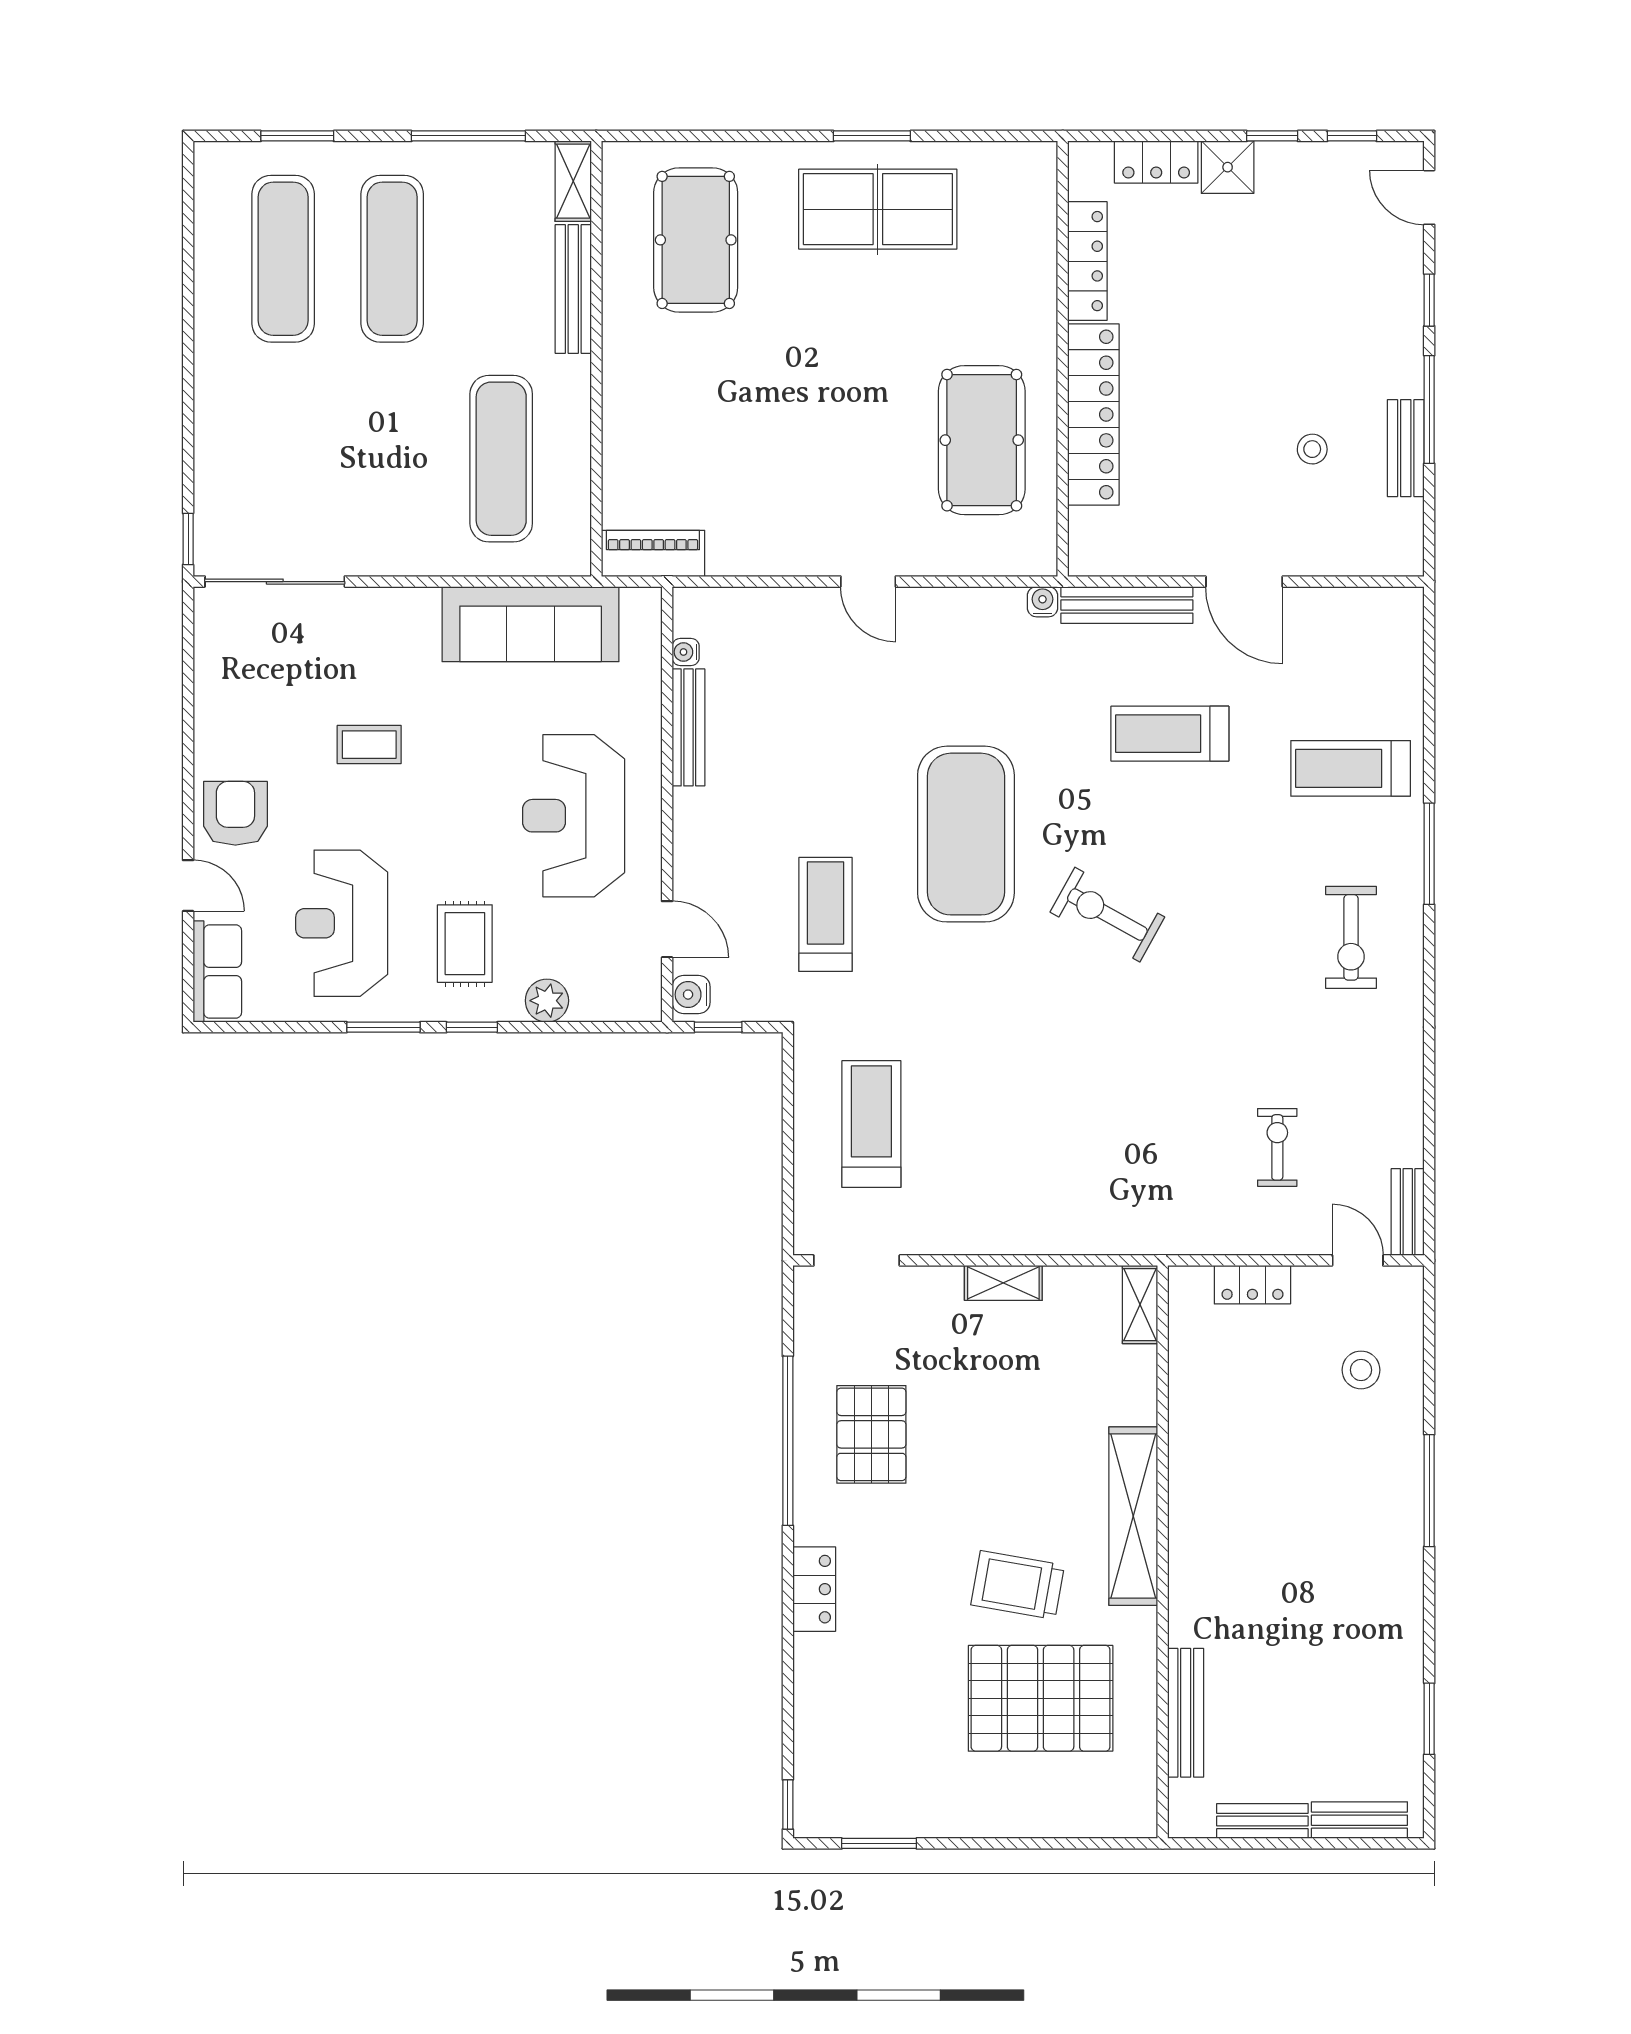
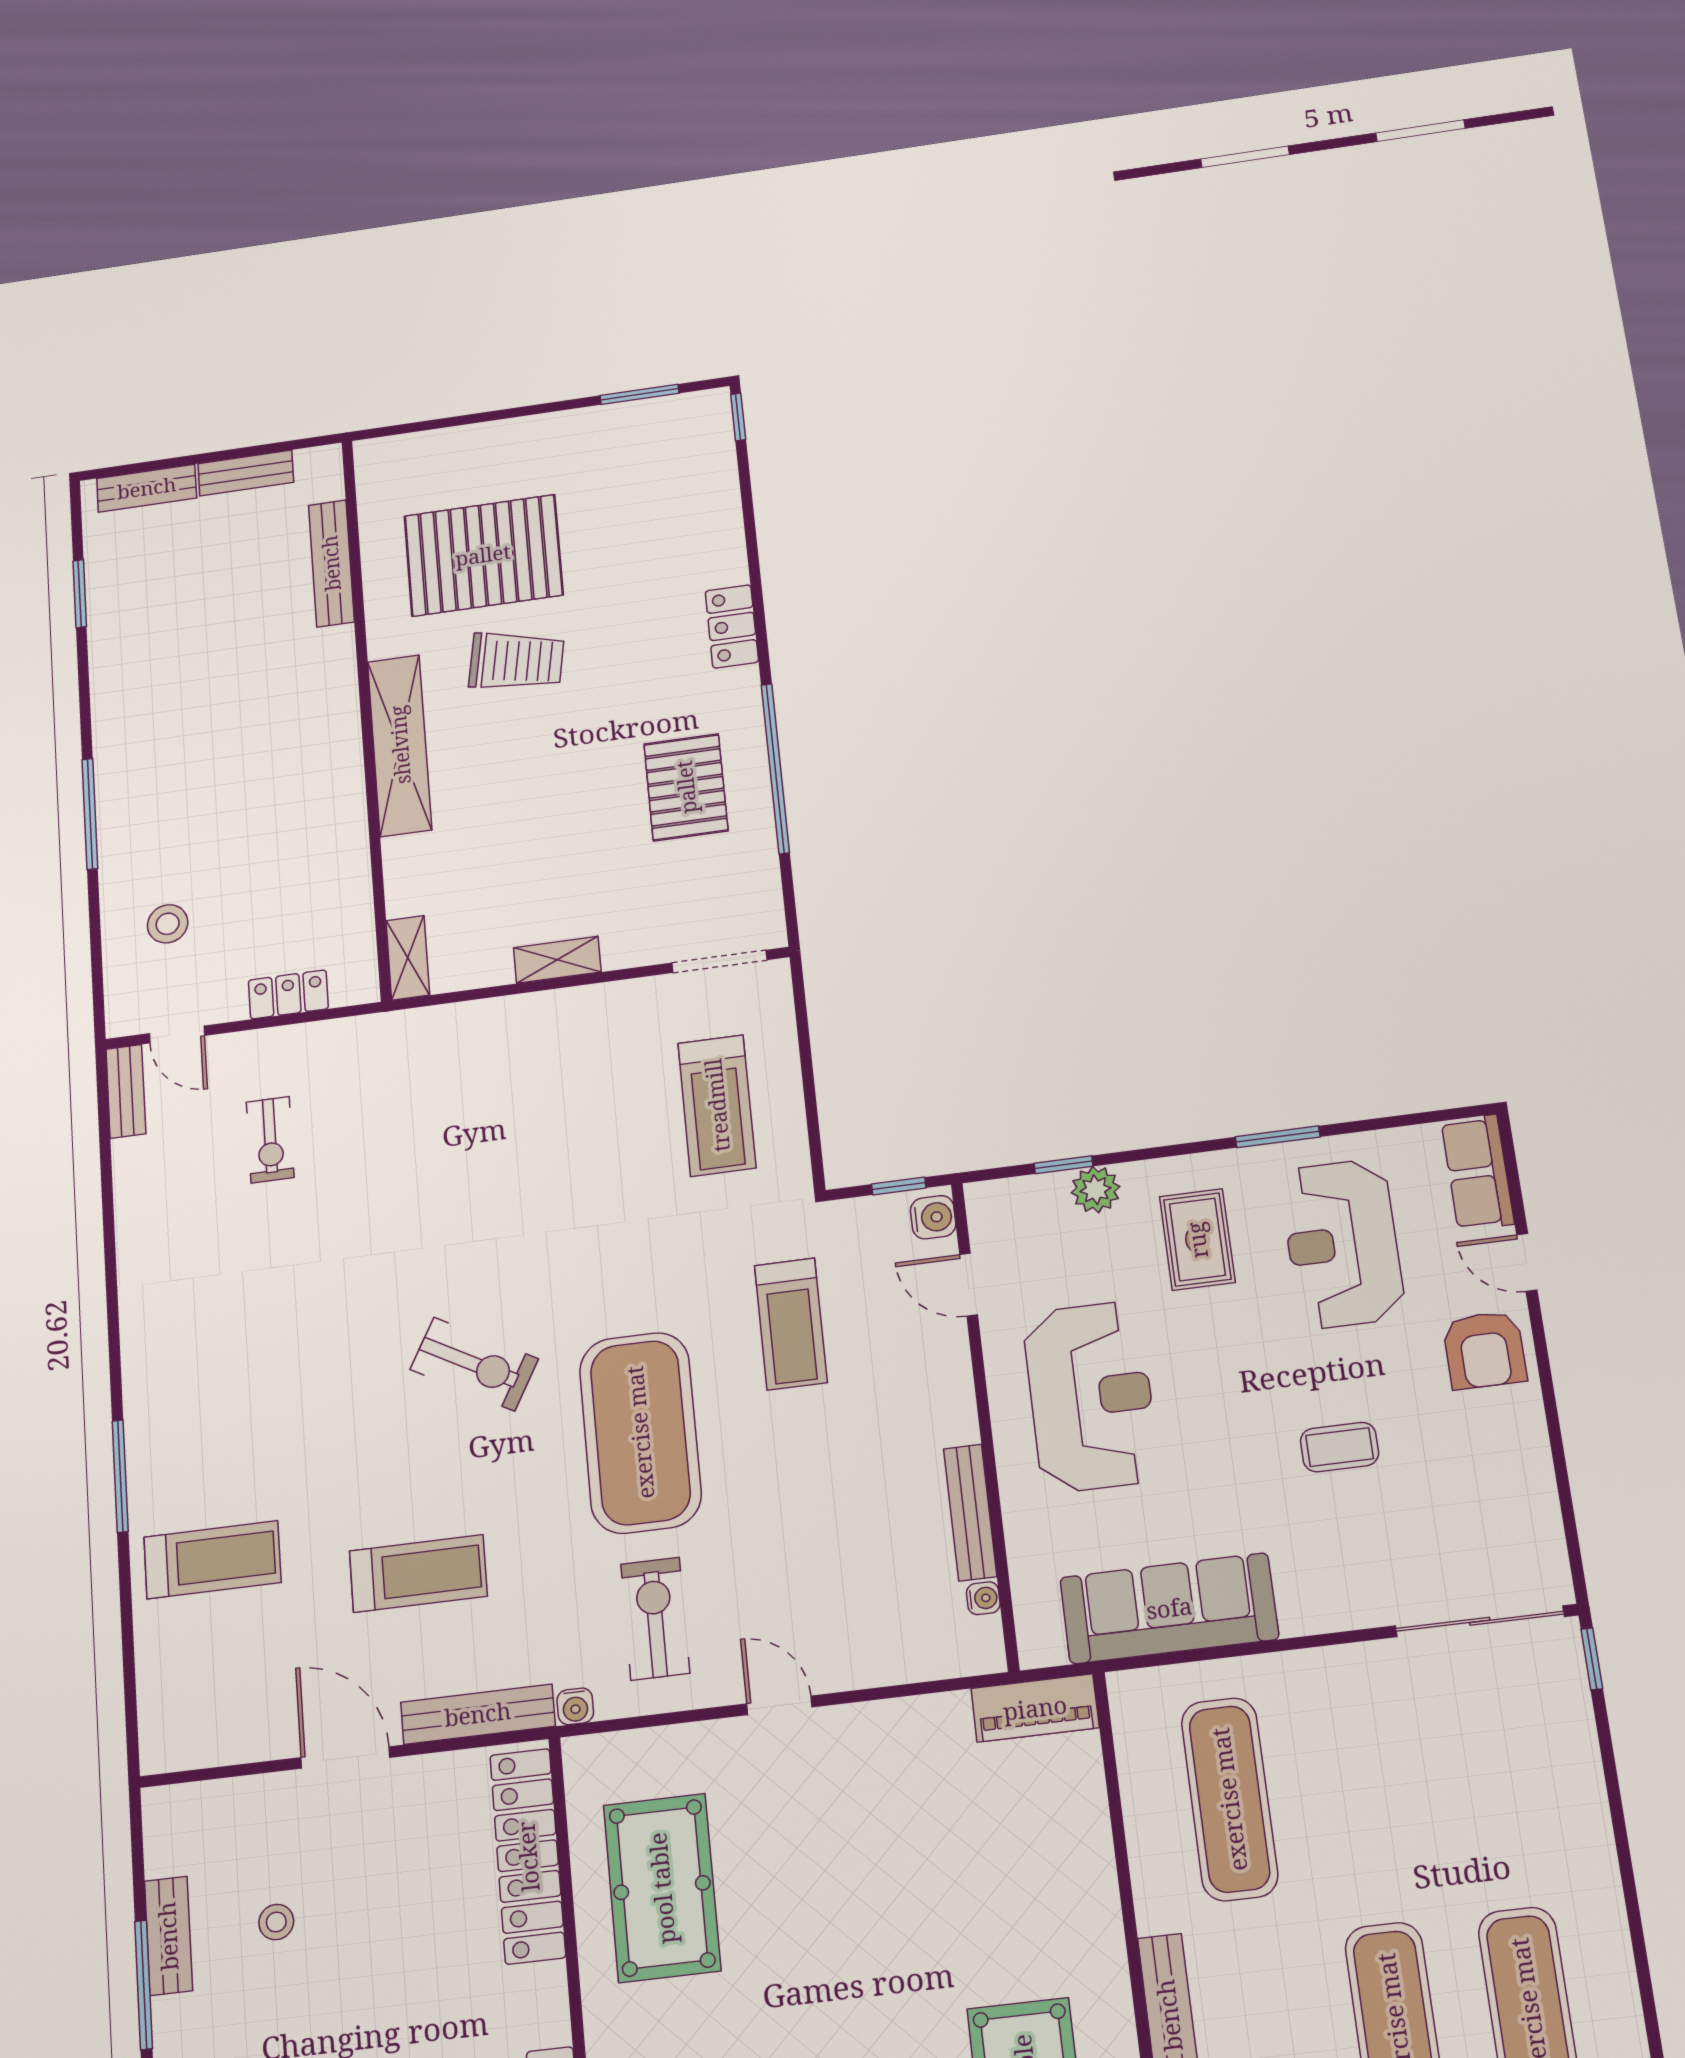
locker: (1093, 414) -> (528, 1856), moved
reception desk: (342, 923) -> (1342, 1244), turned 180
exercise bike: (1351, 937) -> (655, 1619), moved
window: (472, 1027) -> (1063, 1165), moved

